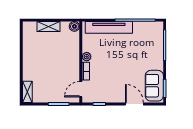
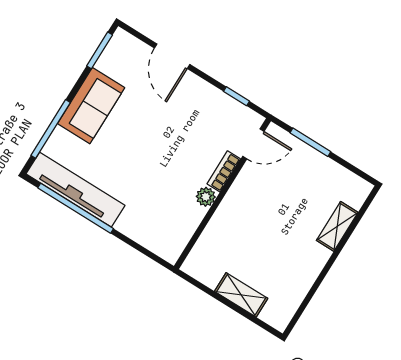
boiler: (74, 26) -> (194, 266), removed
tv unit: (109, 27) -> (76, 190), moved
sofa: (154, 86) -> (91, 106), moved
shelving: (27, 92) -> (337, 226), moved

